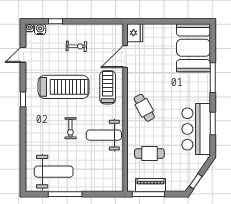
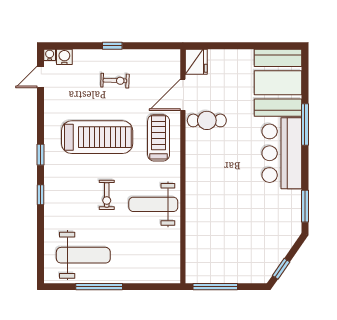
window: (56, 21) -> (112, 46), moved
door: (23, 55) -> (41, 77), moved
cafe table: (144, 108) -> (207, 120), moved, turned -61
window: (213, 123) -> (305, 206), moved
window: (23, 128) -> (41, 195), added
bar counter: (196, 129) -> (282, 153), moved
cafe table: (149, 153) -> (217, 230), removed
piano: (150, 185) -> (218, 274), removed

